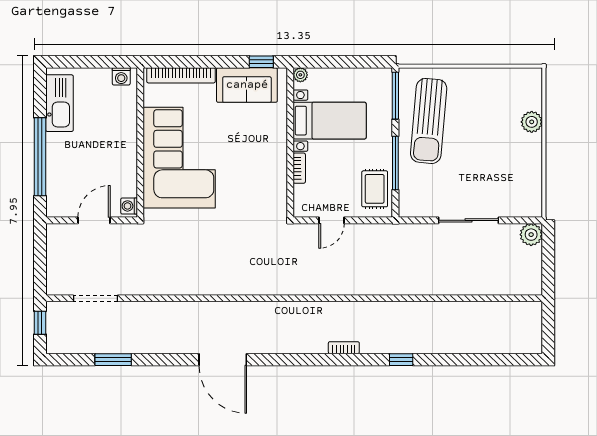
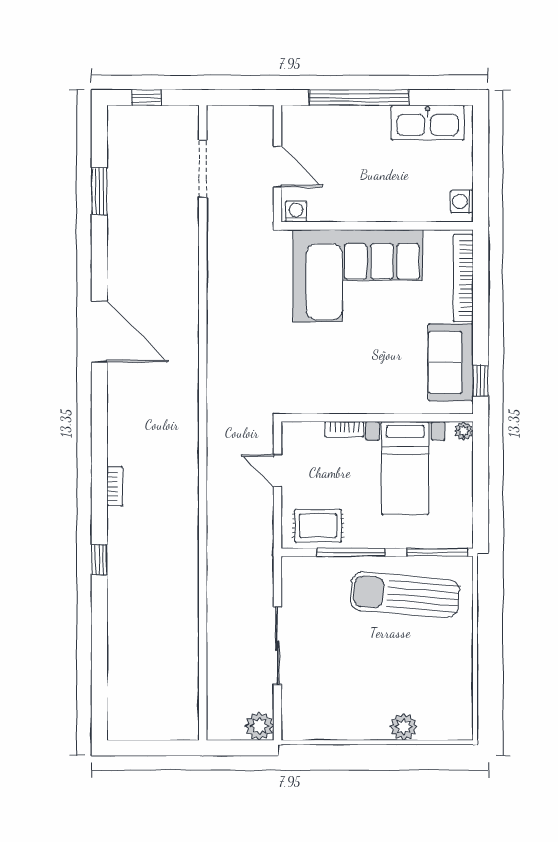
doorway: (96, 298) -> (203, 169), moved
wall: (294, 298) -> (203, 423), moved
door: (223, 360) -> (99, 332), swing flipped

